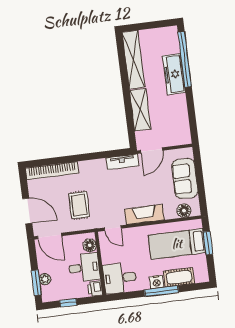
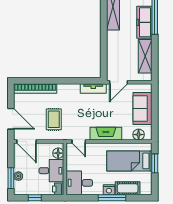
shelving: (140, 110) -> (145, 56), moved

